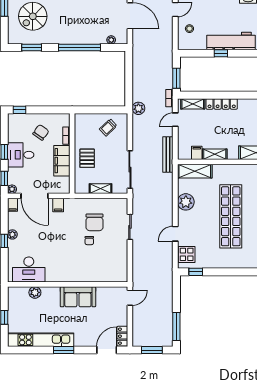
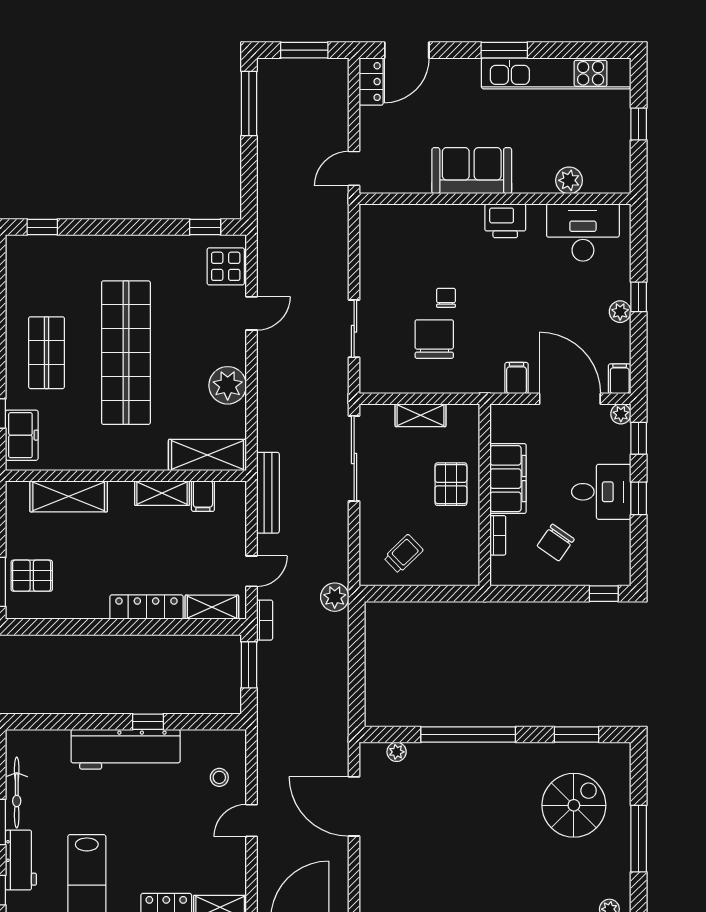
printer: (63, 275) -> (505, 221), added

